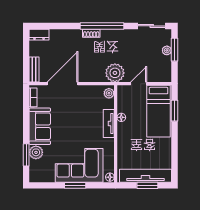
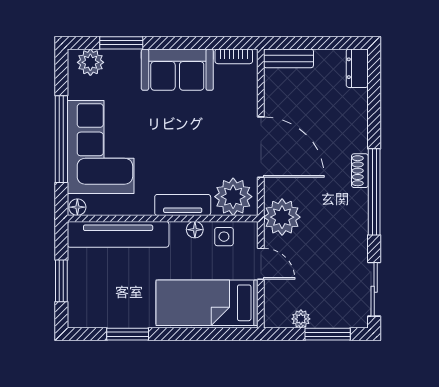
plant: (167, 50) -> (301, 319), moved
door: (63, 84) -> (261, 147), moved
plant: (109, 93) -> (233, 197), width x1.87, depth x1.87
side table: (125, 102) -> (224, 237), added
window: (175, 111) -> (128, 334), moved
plant: (36, 152) -> (90, 62), moved
tv unit: (146, 176) -> (118, 234), moved, turned 90
window: (75, 185) -> (61, 139), width x2.11

